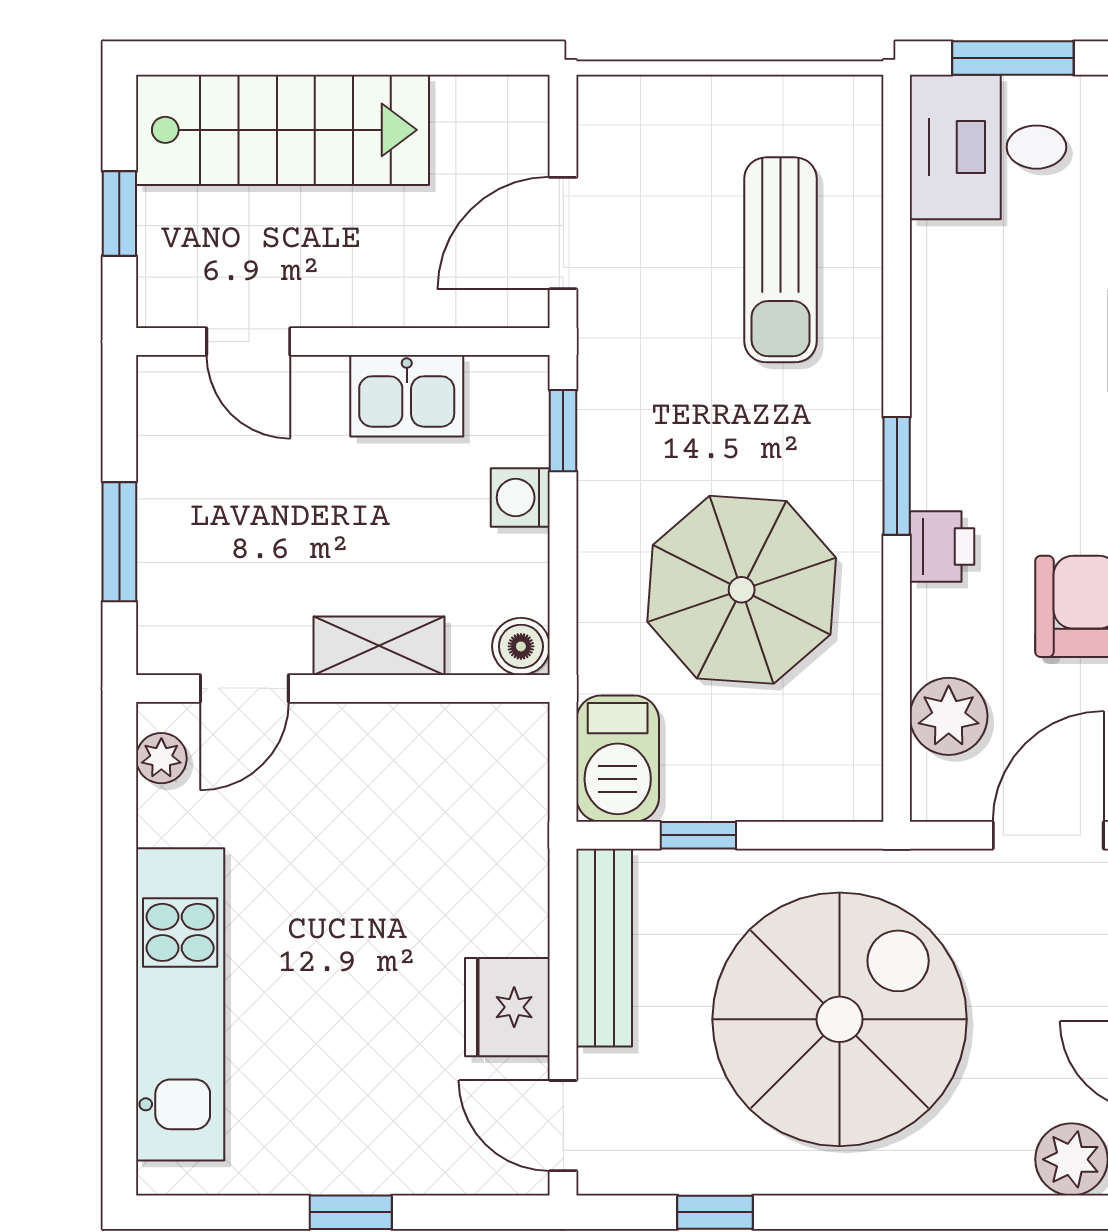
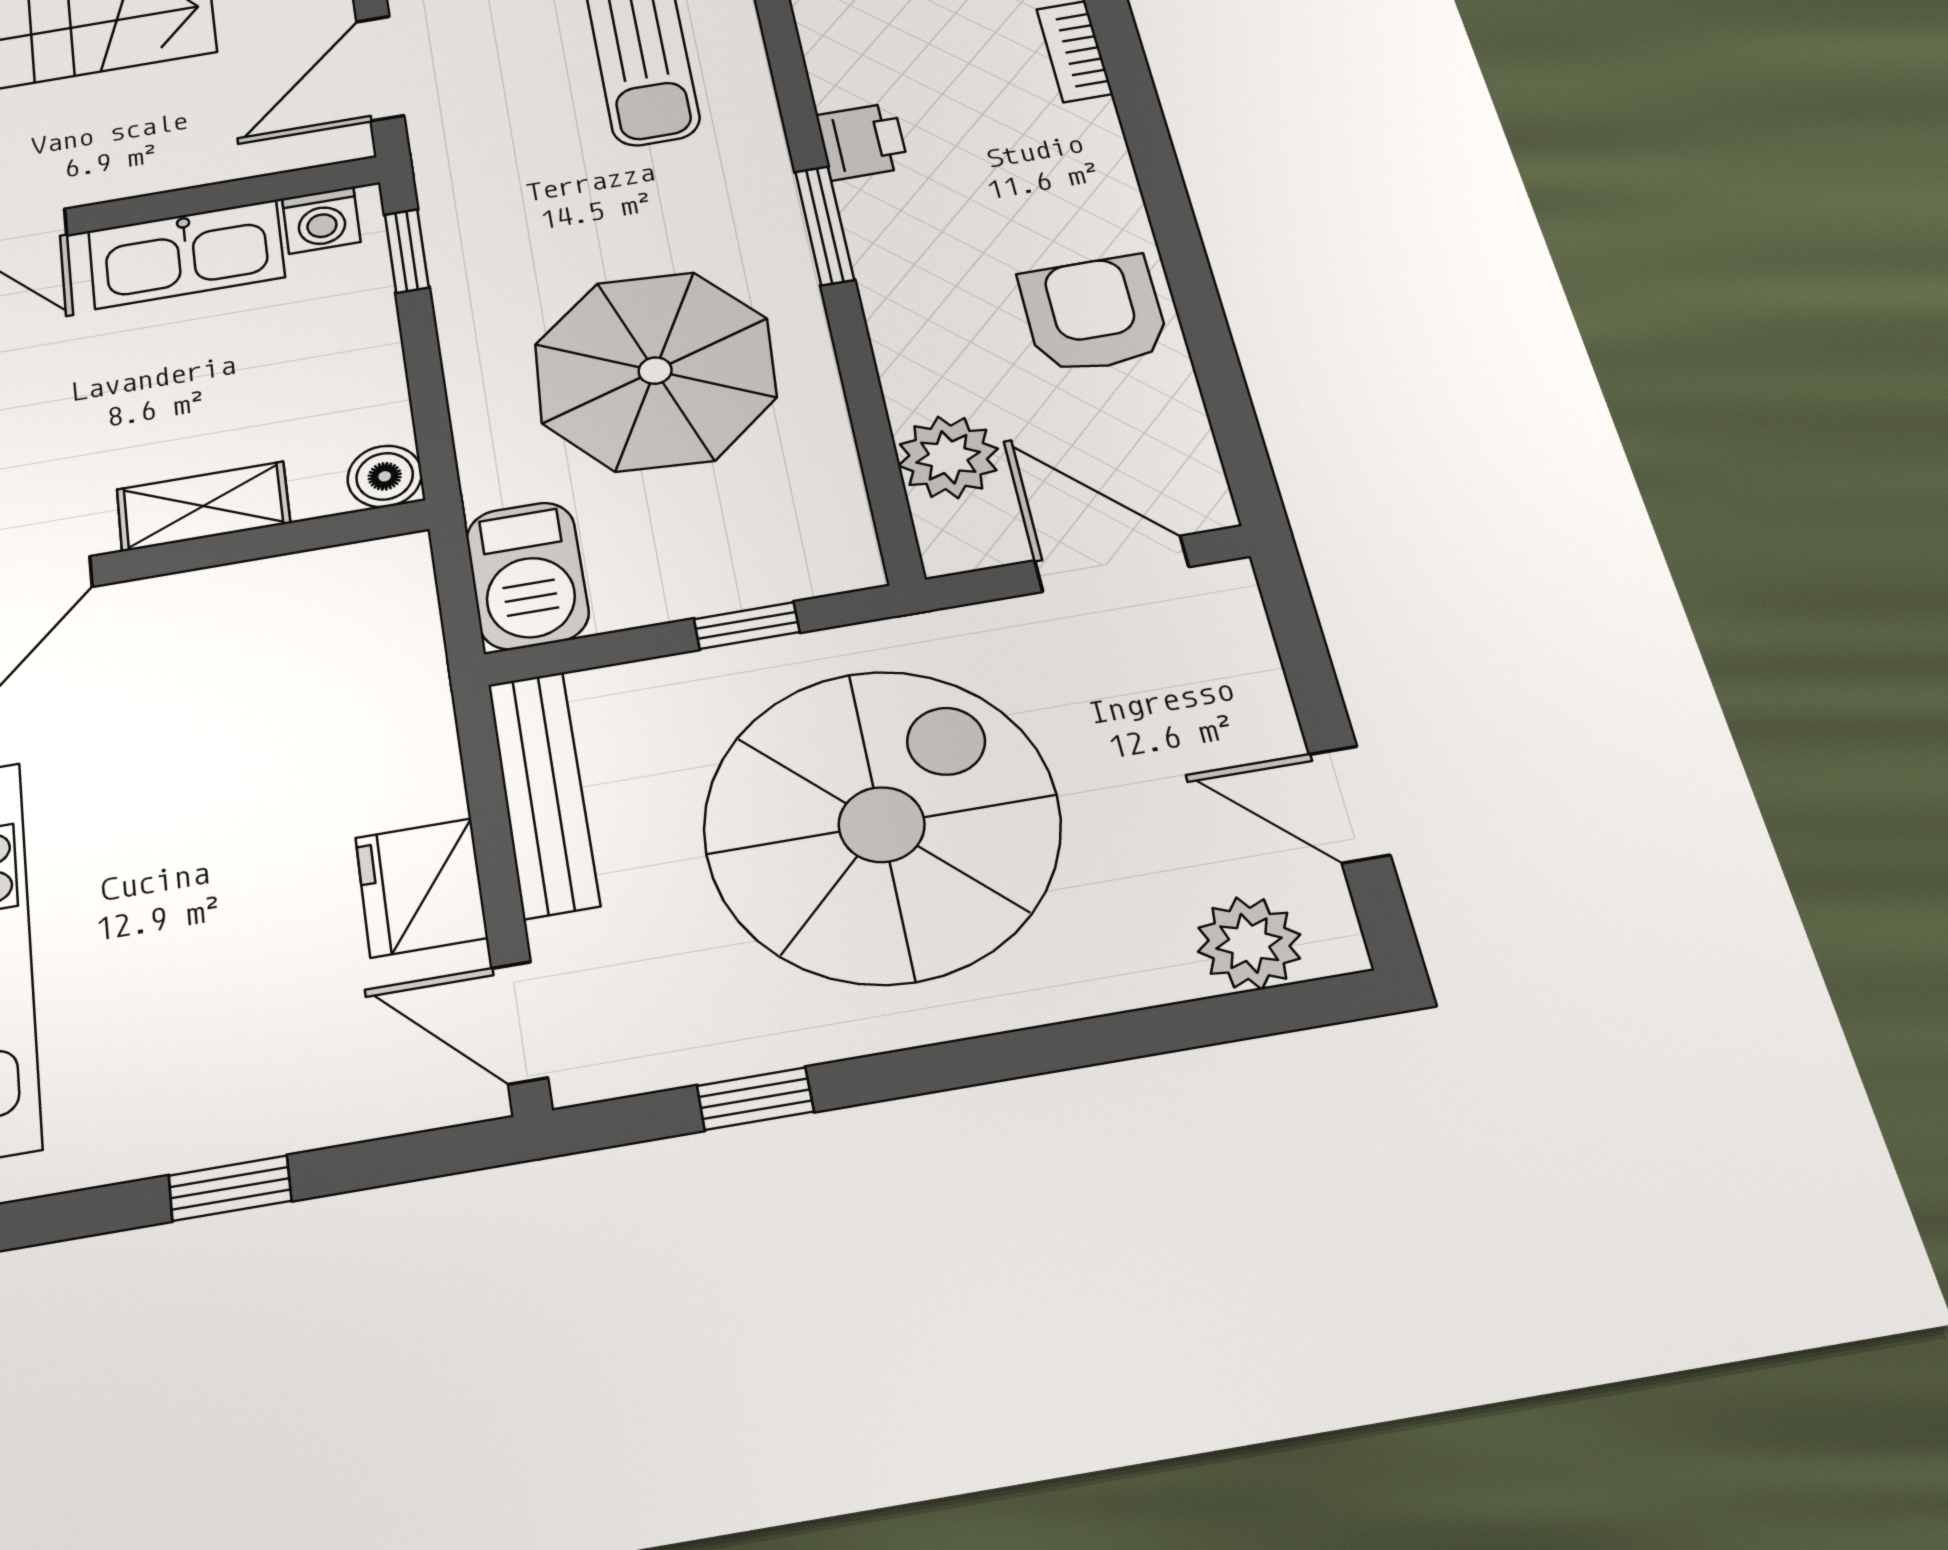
kitchen sink: (407, 396) -> (186, 254), width x1.38
washing machine: (520, 498) -> (321, 220), moved, turned -90
printer: (942, 547) -> (862, 141), moved
window: (698, 835) -> (747, 626), moved
door: (1048, 835) -> (1112, 564), hinge flipped

